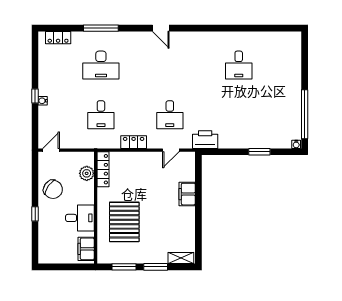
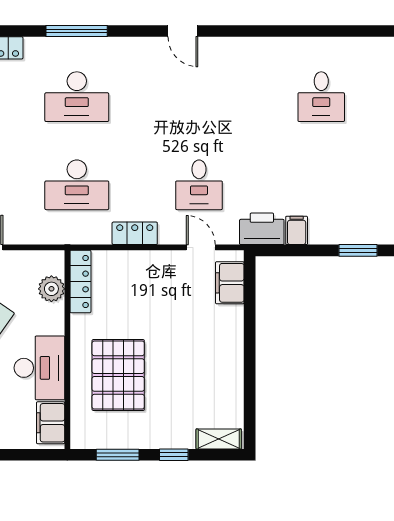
desk: (101, 115) -> (77, 185), width x1.37
filing cabinet: (225, 140) -> (297, 230), added
door: (171, 150) -> (201, 247), swing flipped
filing cabinet: (187, 194) -> (230, 283), moved
desk: (80, 218) -> (39, 368), width x1.37
window: (156, 267) -> (174, 455), width x0.67

